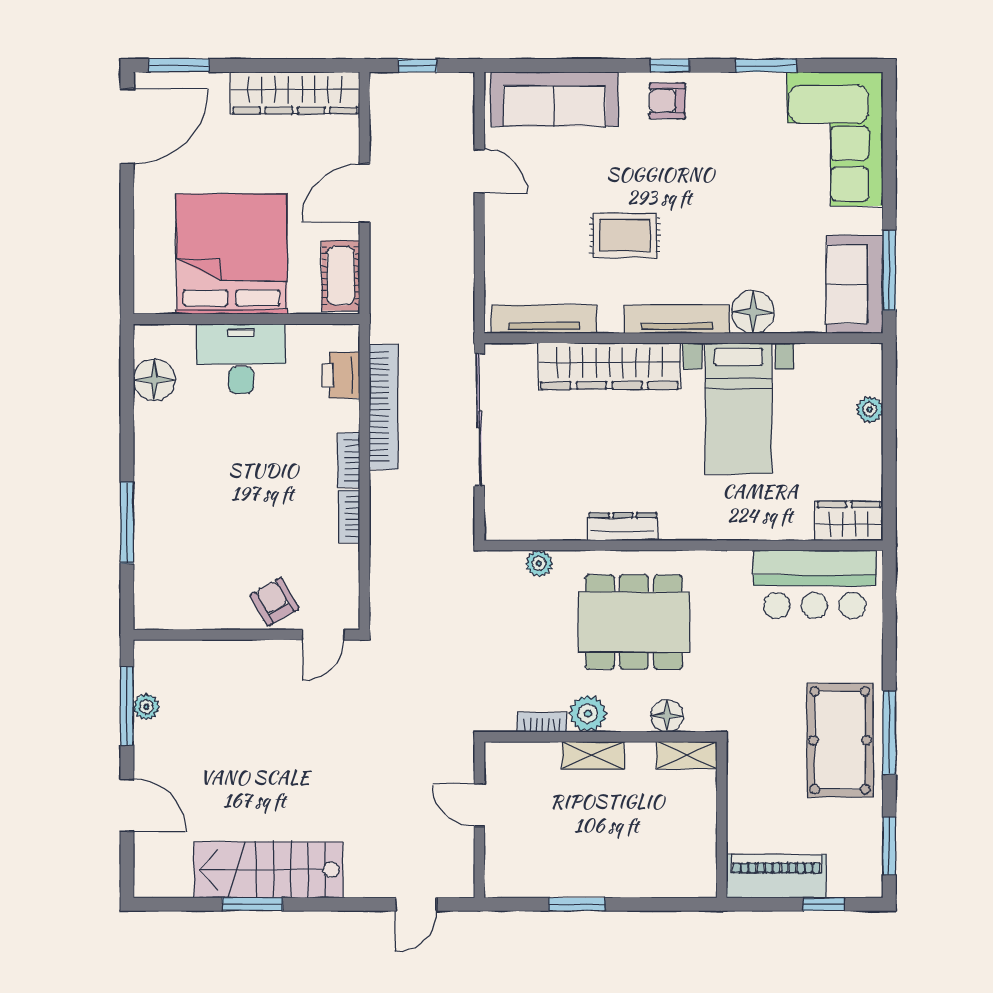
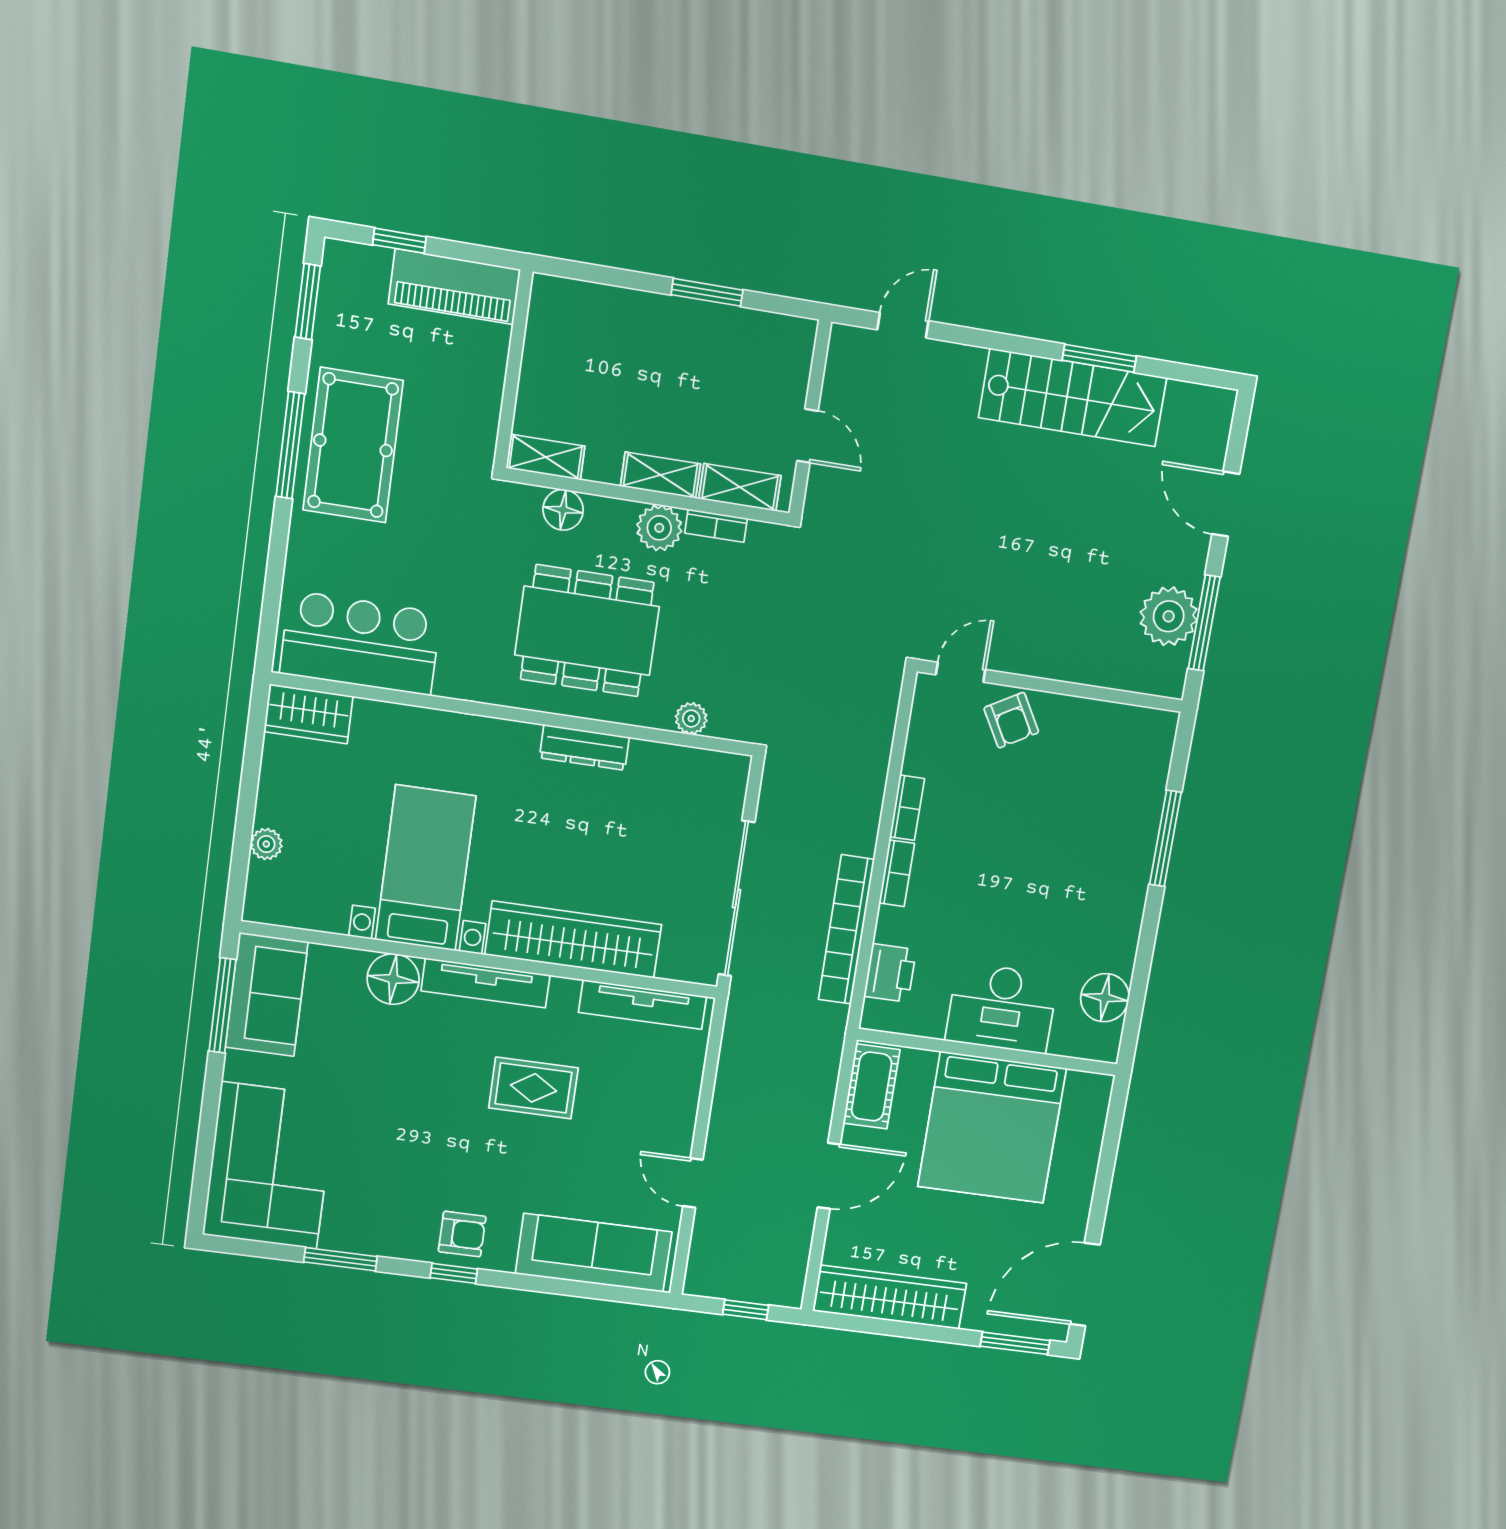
plant: (146, 707) -> (1169, 616), width x1.88, depth x1.88
shelving: (528, 756) -> (740, 487), added

